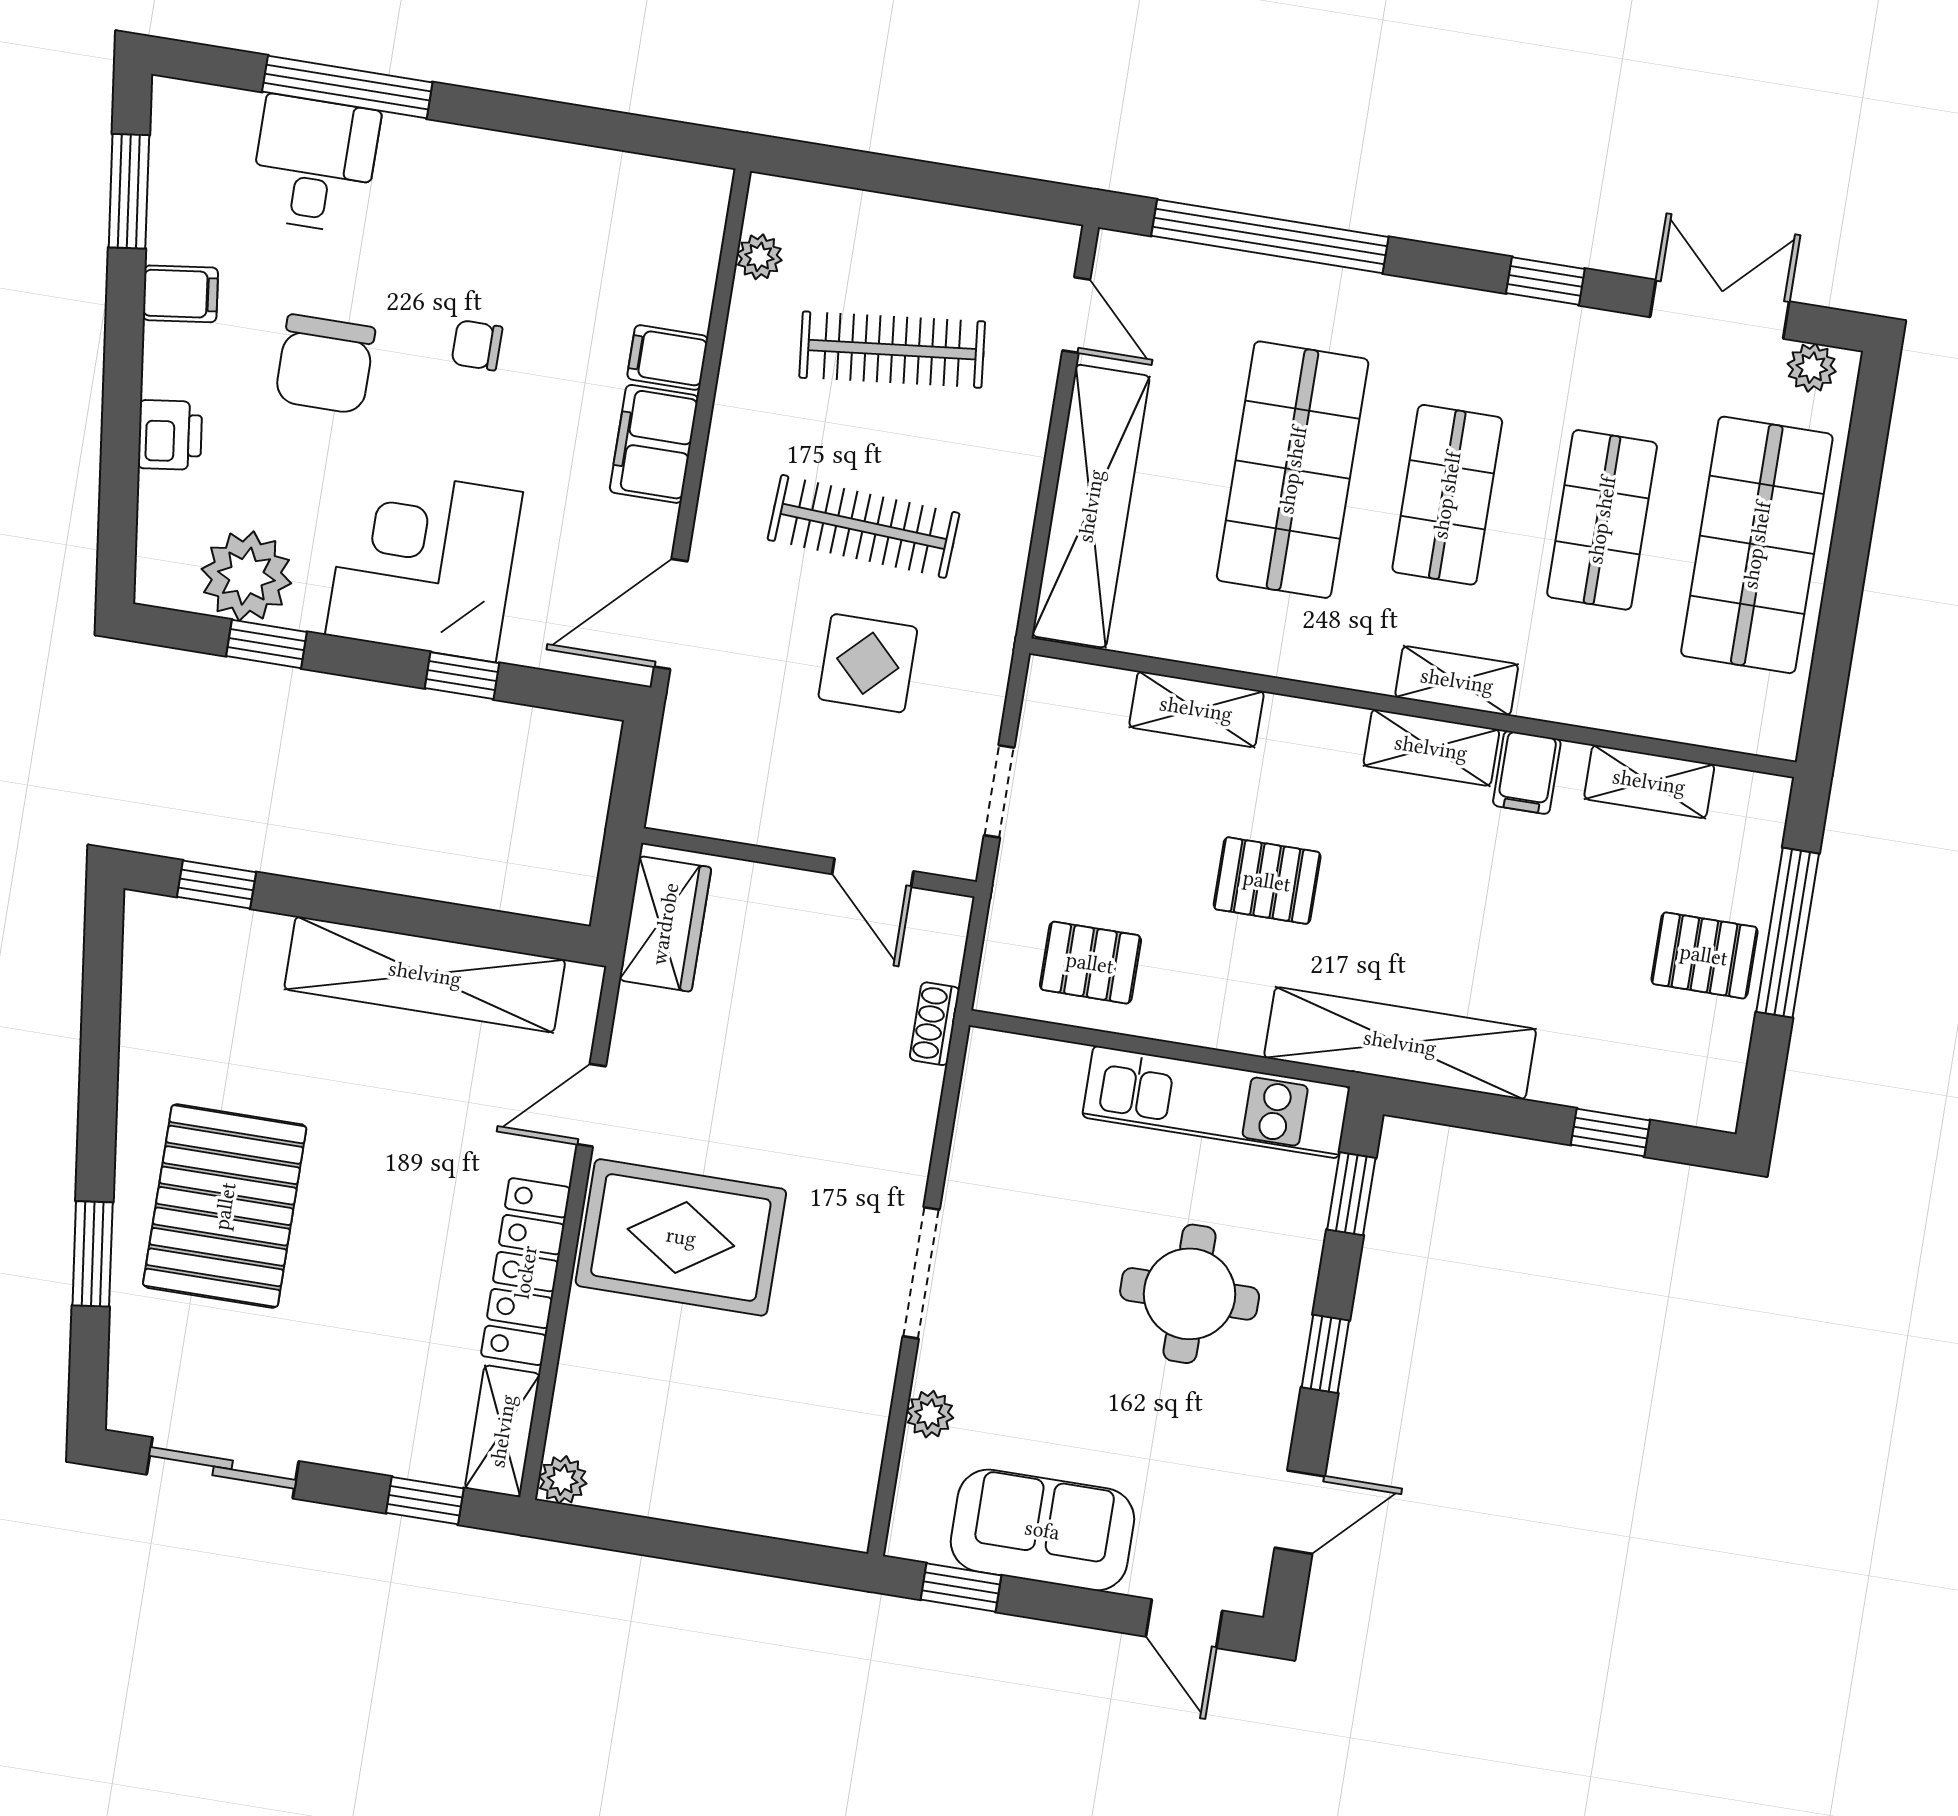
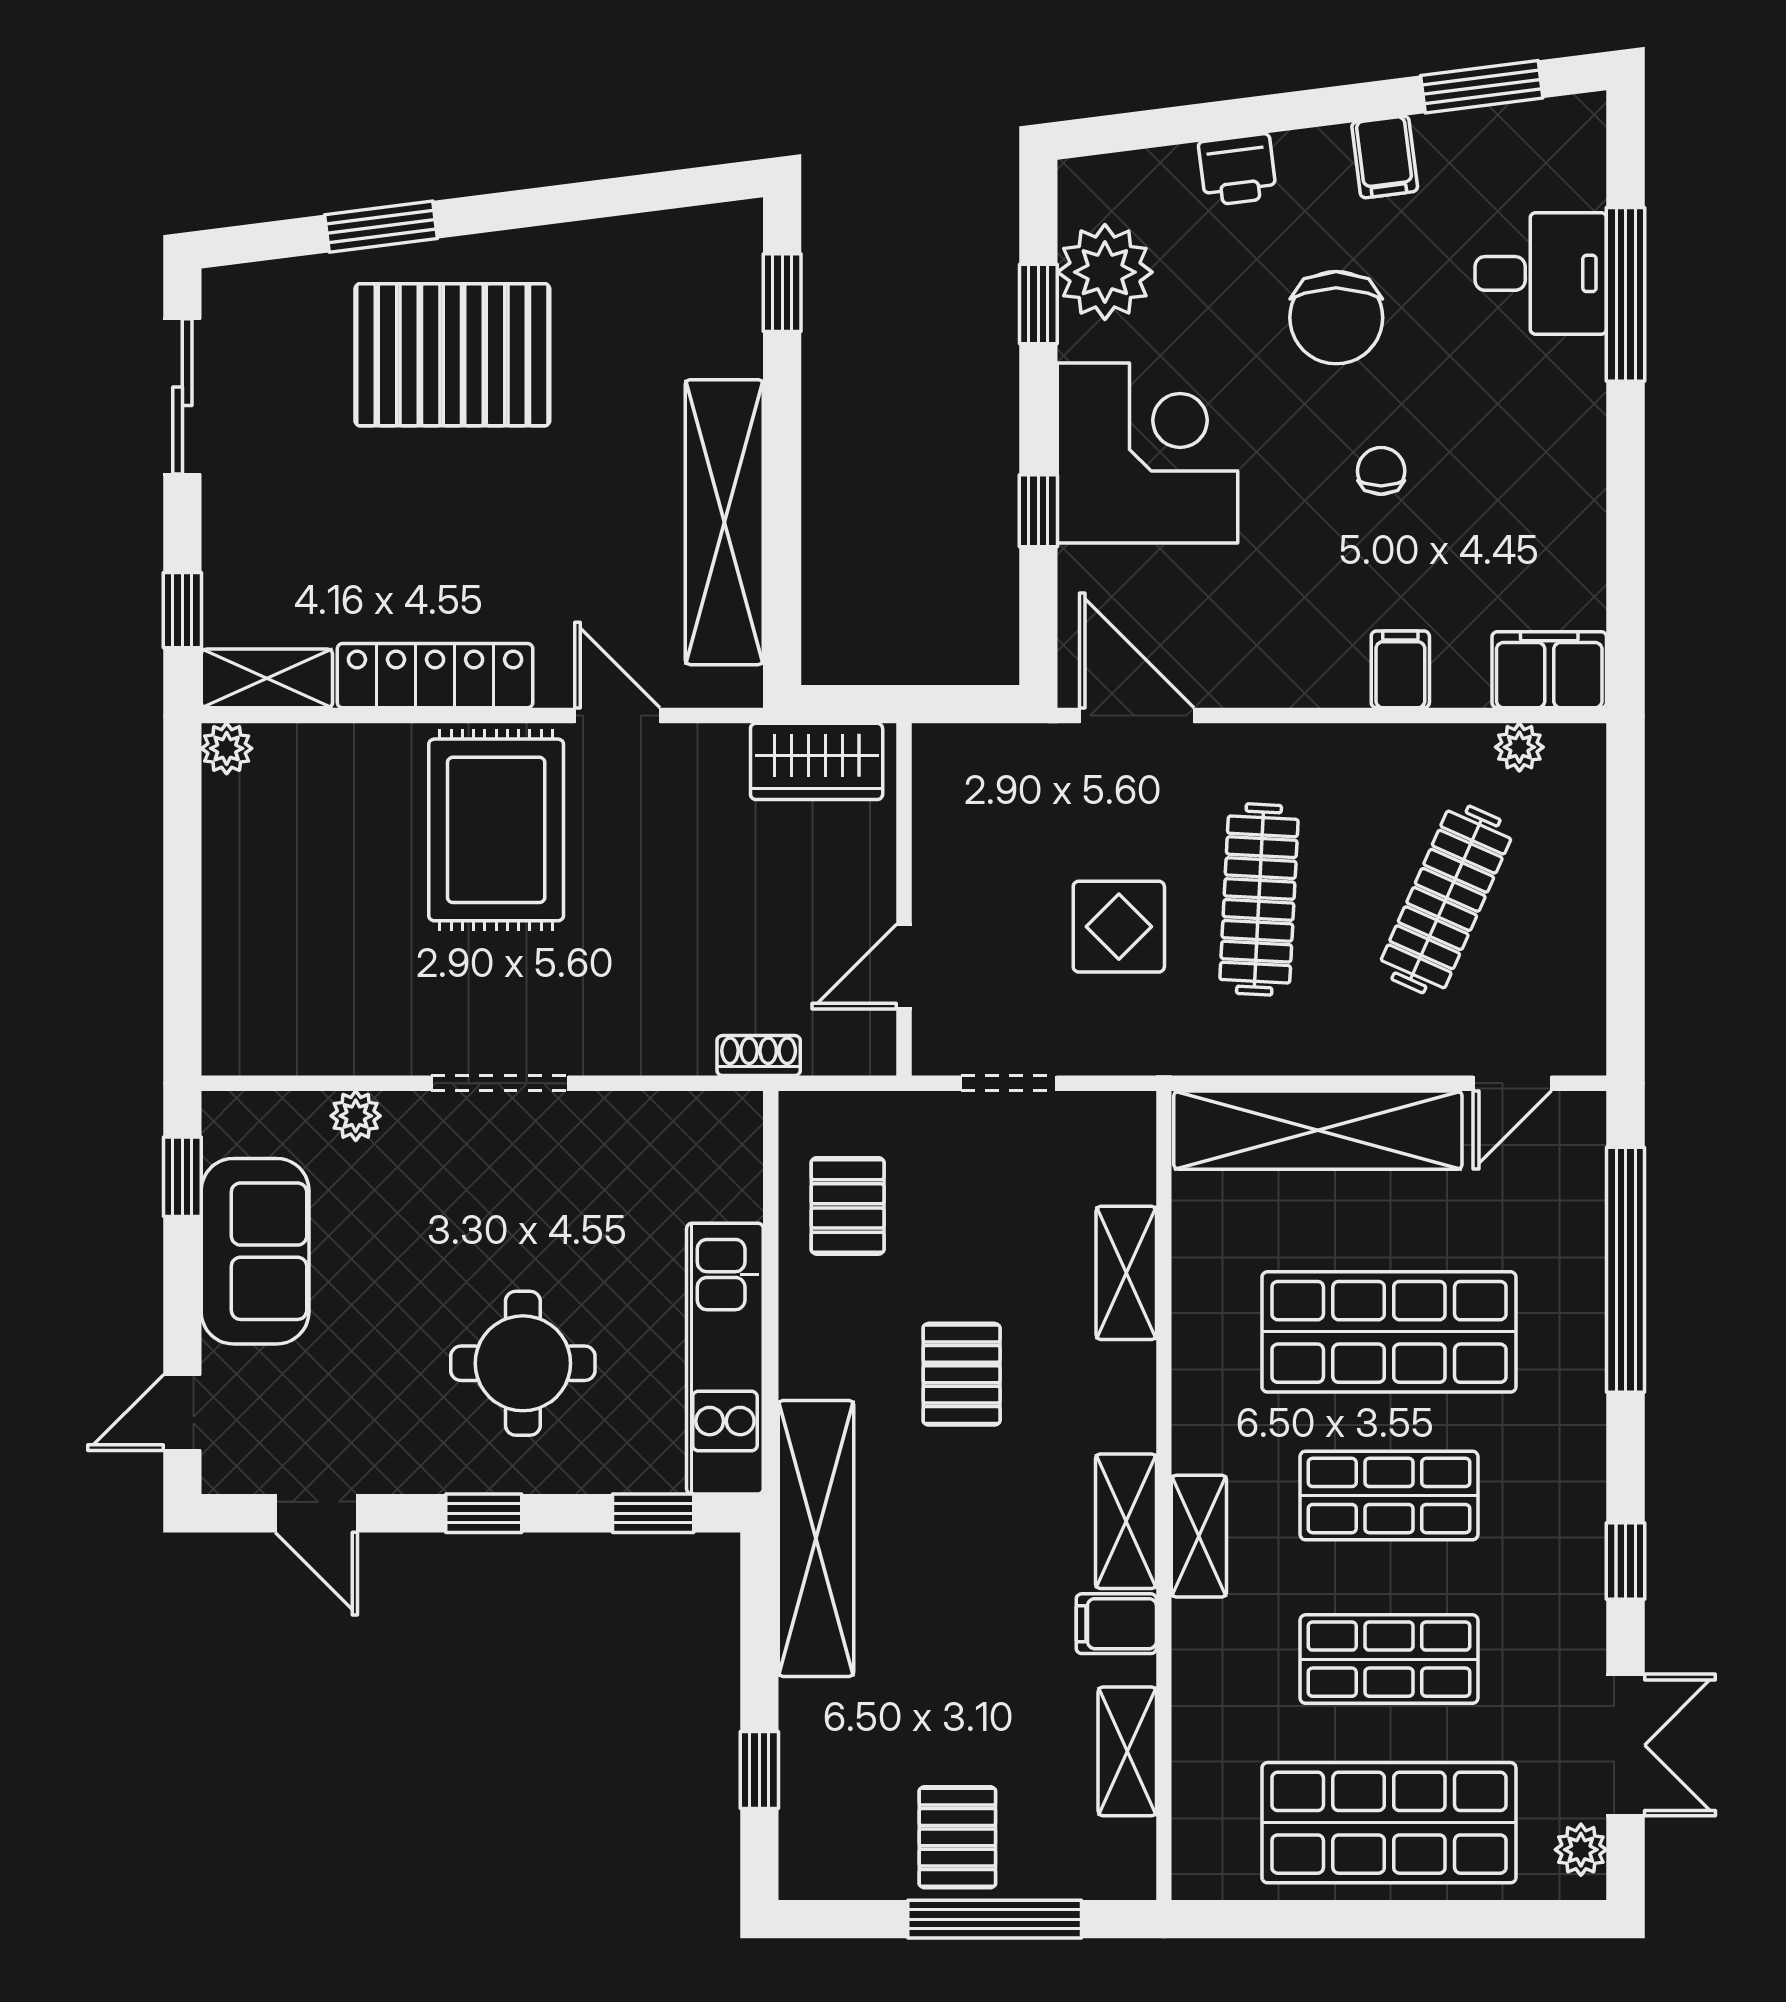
clothes rail: (892, 350) -> (1446, 899), turned 30
chair: (325, 364) -> (1336, 318), turned -90
filing cabinet: (654, 444) -> (1549, 670), moved

